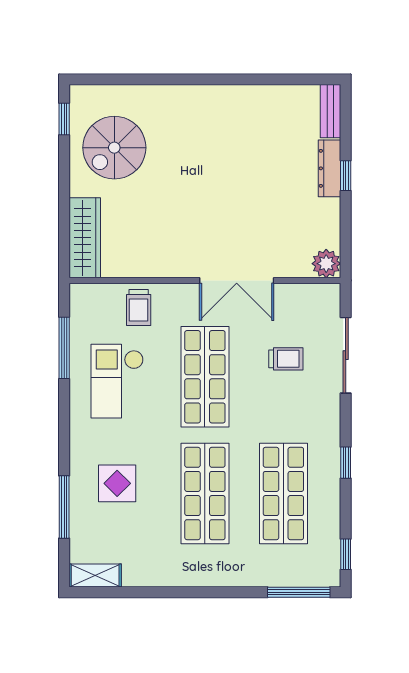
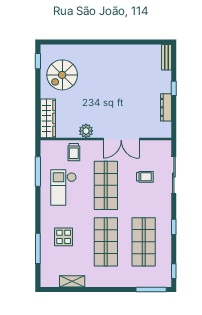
dresser: (330, 168) -> (166, 107), moved
plant: (326, 264) -> (86, 131), moved
shelving: (95, 576) -> (72, 281), moved

